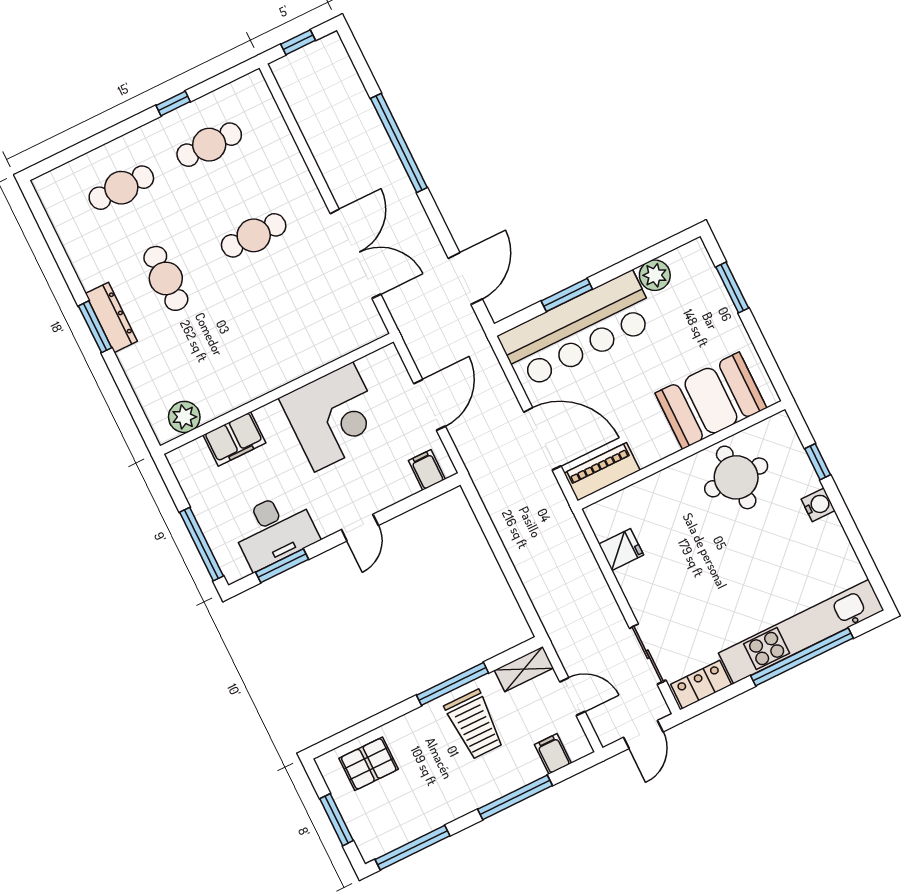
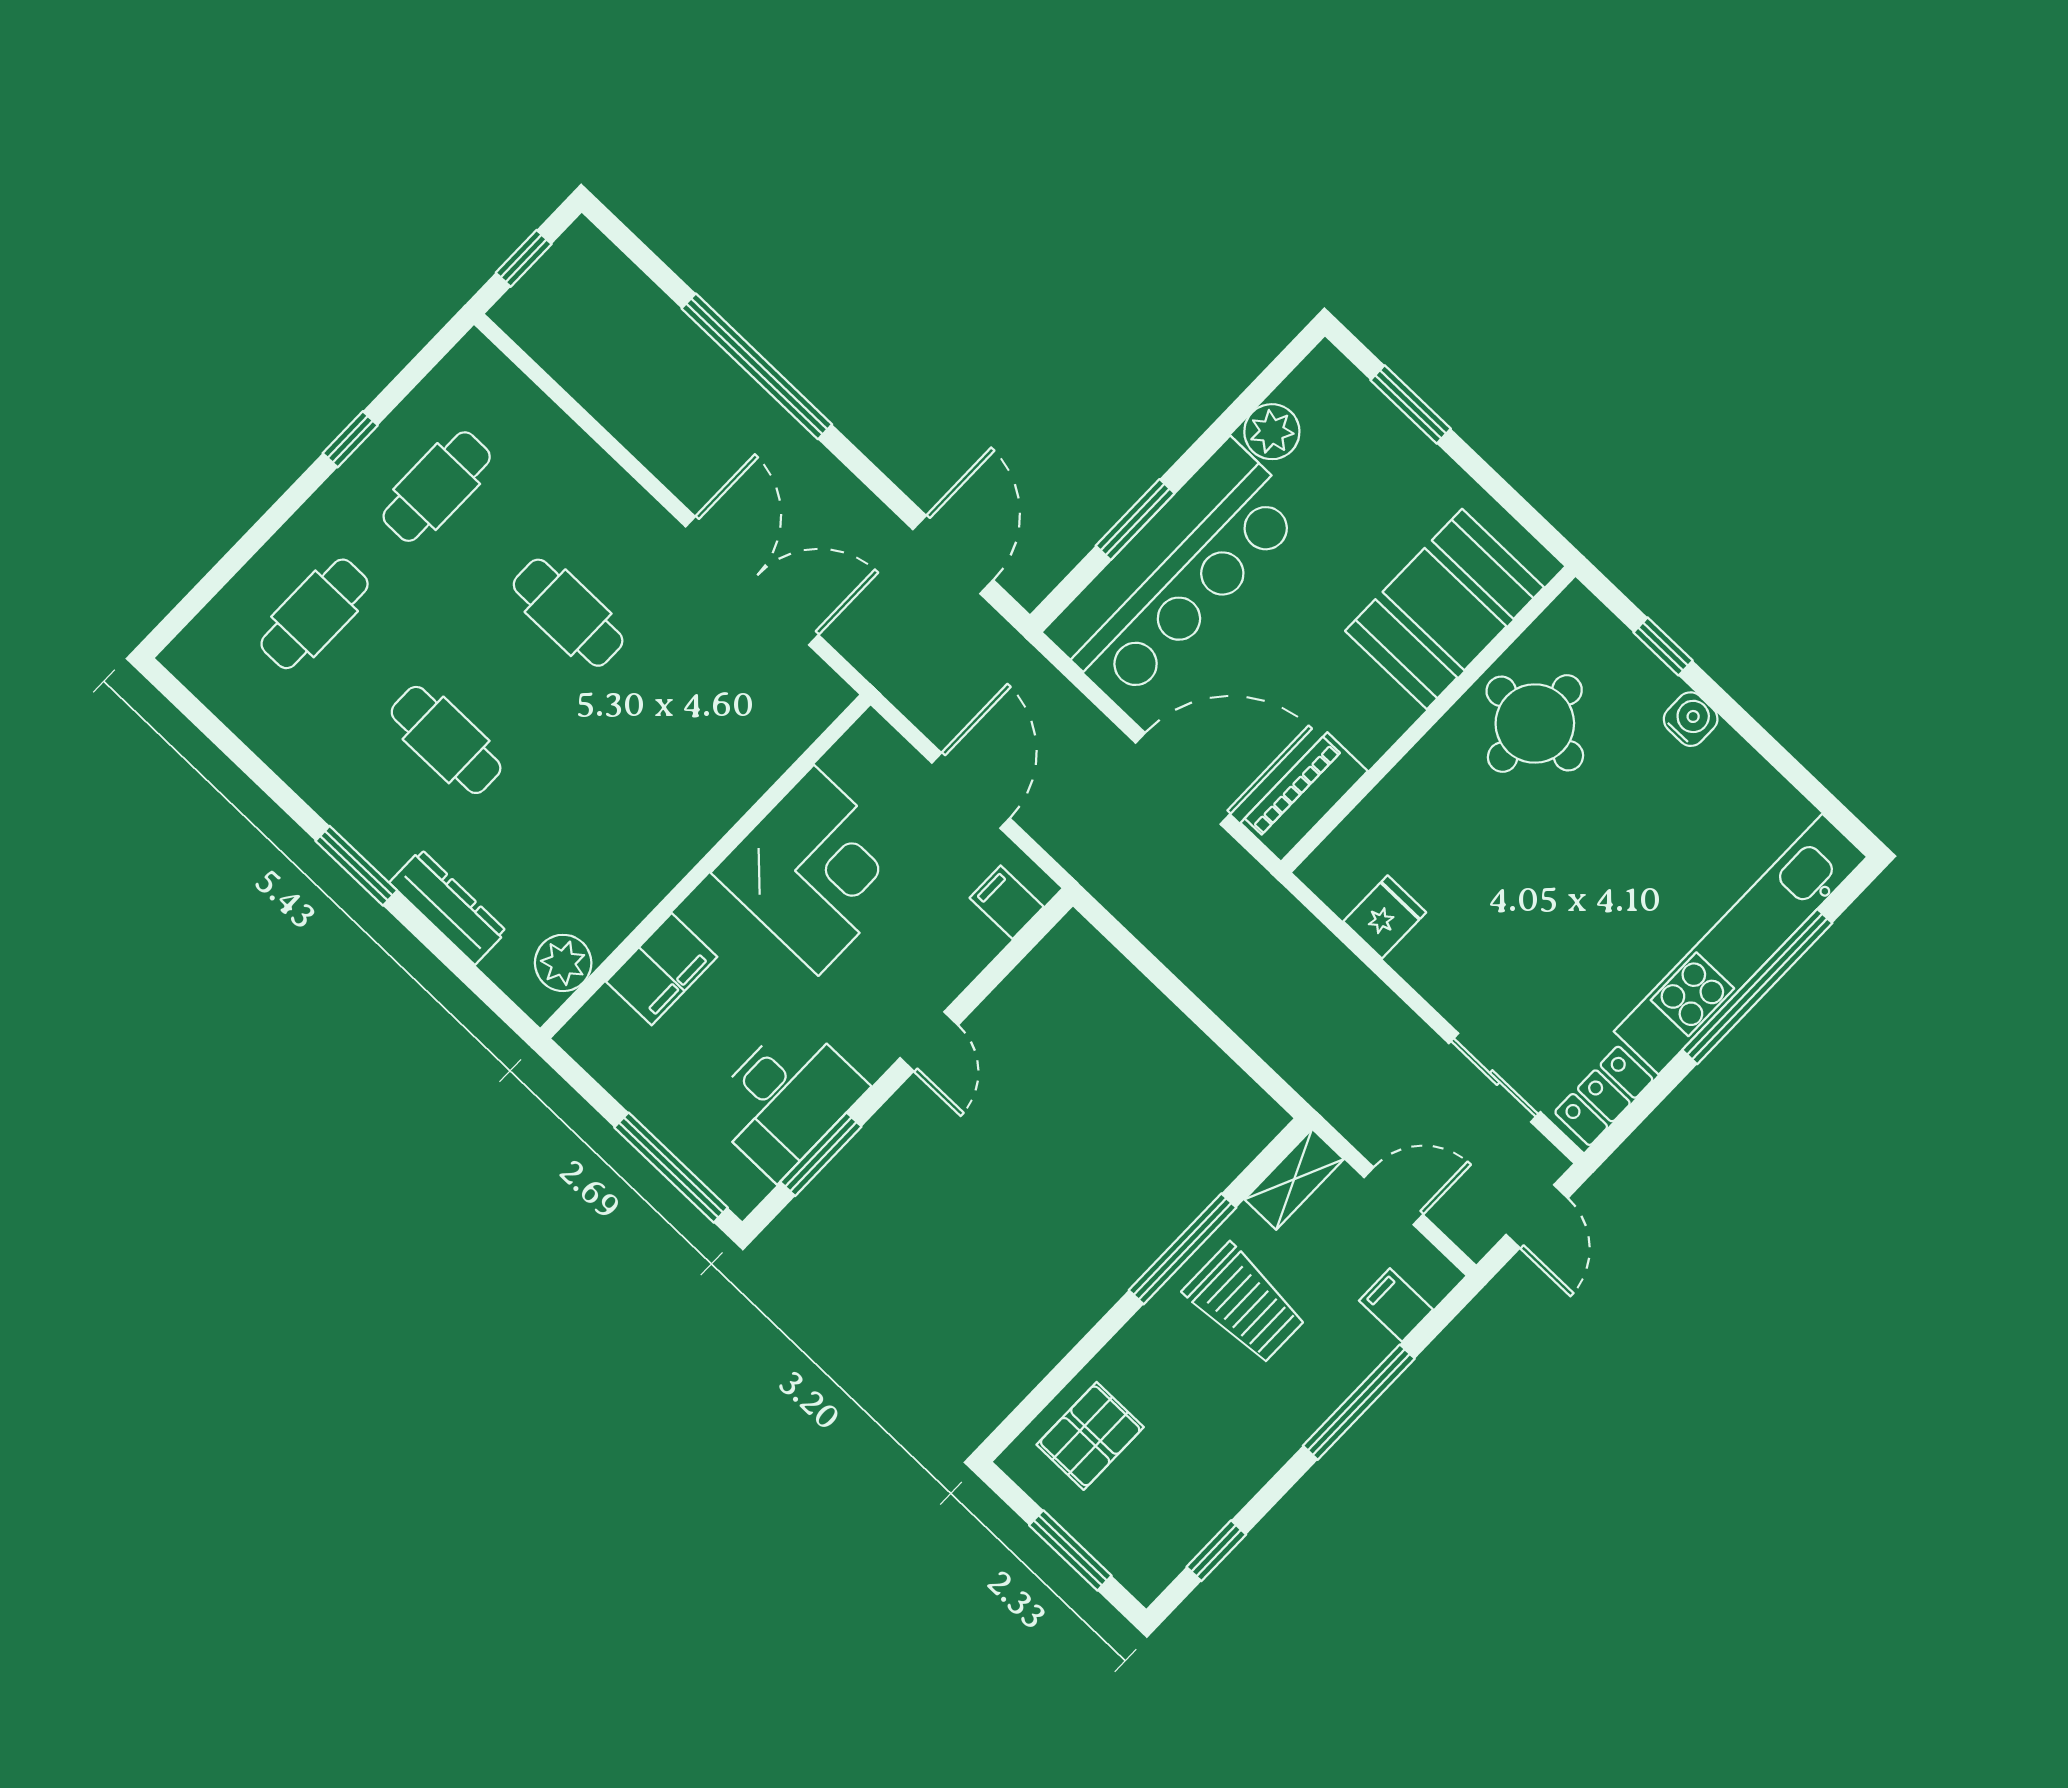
cafe table: (254, 235) -> (568, 613), turned 90
dresser: (111, 317) -> (448, 907), moved
window: (413, 848) -> (1216, 1551), width x0.46

